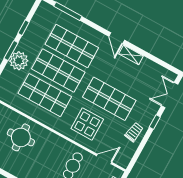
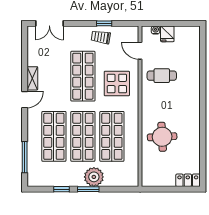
window: (155, 122) -> (104, 23), moved

